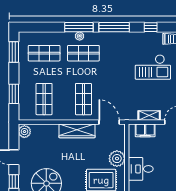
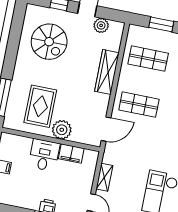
filing cabinet: (145, 130) -> (71, 154), moved, turned -90
wardrobe: (77, 131) -> (107, 72), moved
plant: (24, 132) -> (101, 25), moved

